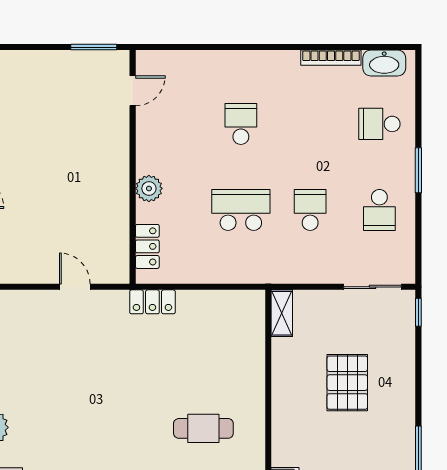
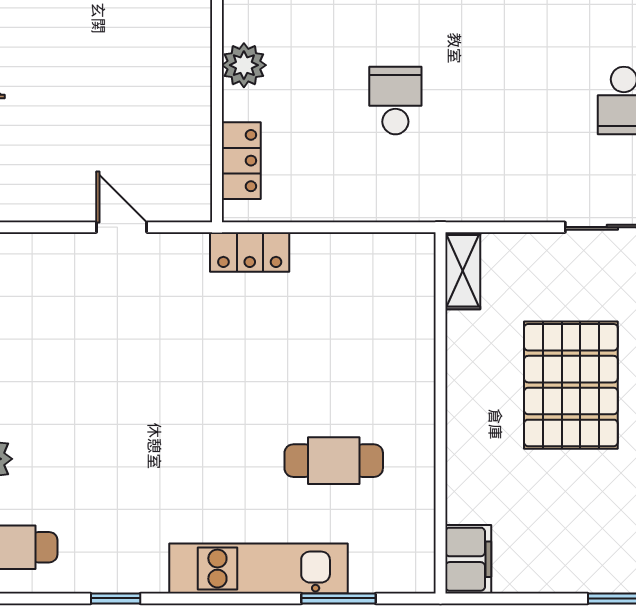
school desk: (241, 210) -> (395, 101), width x0.54
school desk: (310, 210) -> (510, 101), removed
pallet: (347, 383) -> (571, 385), width x1.37, depth x1.41

